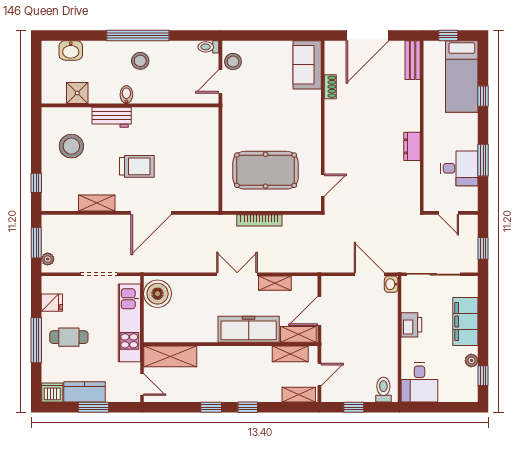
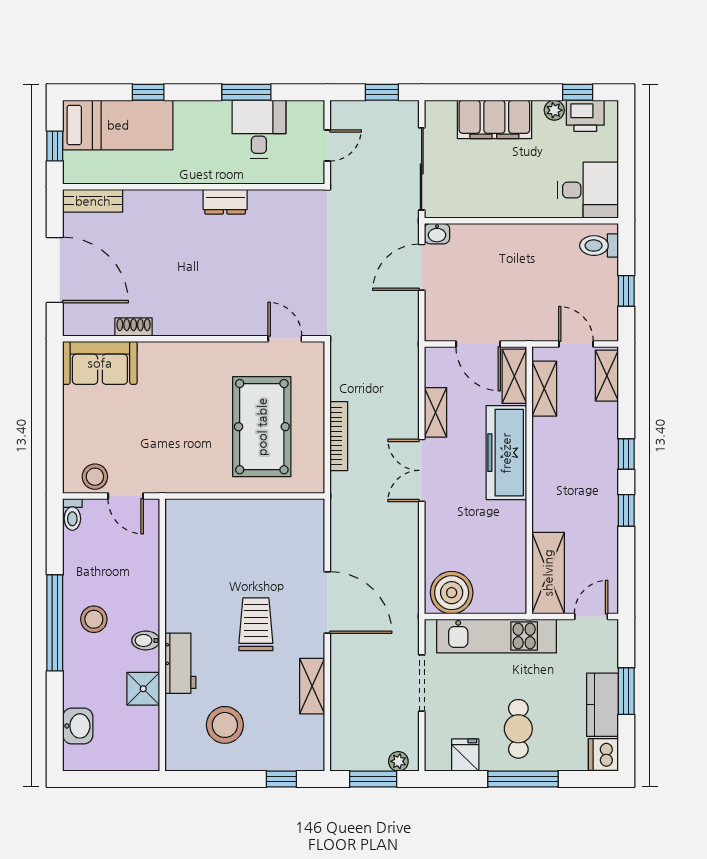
shower: (77, 93) -> (143, 689), moved
printer: (411, 325) -> (585, 116), moved, turned 180

